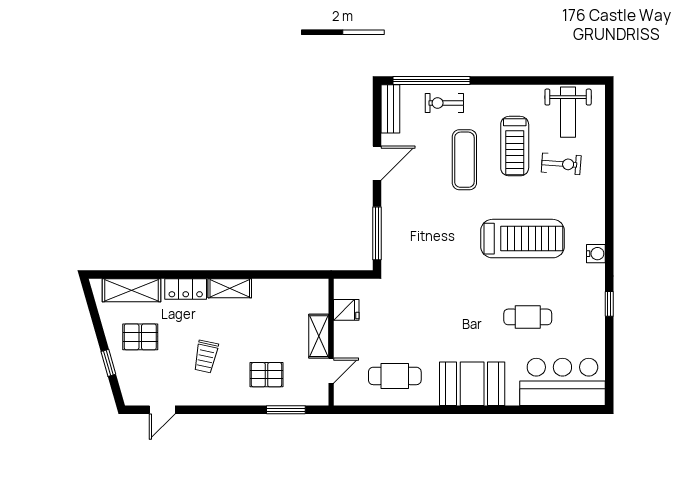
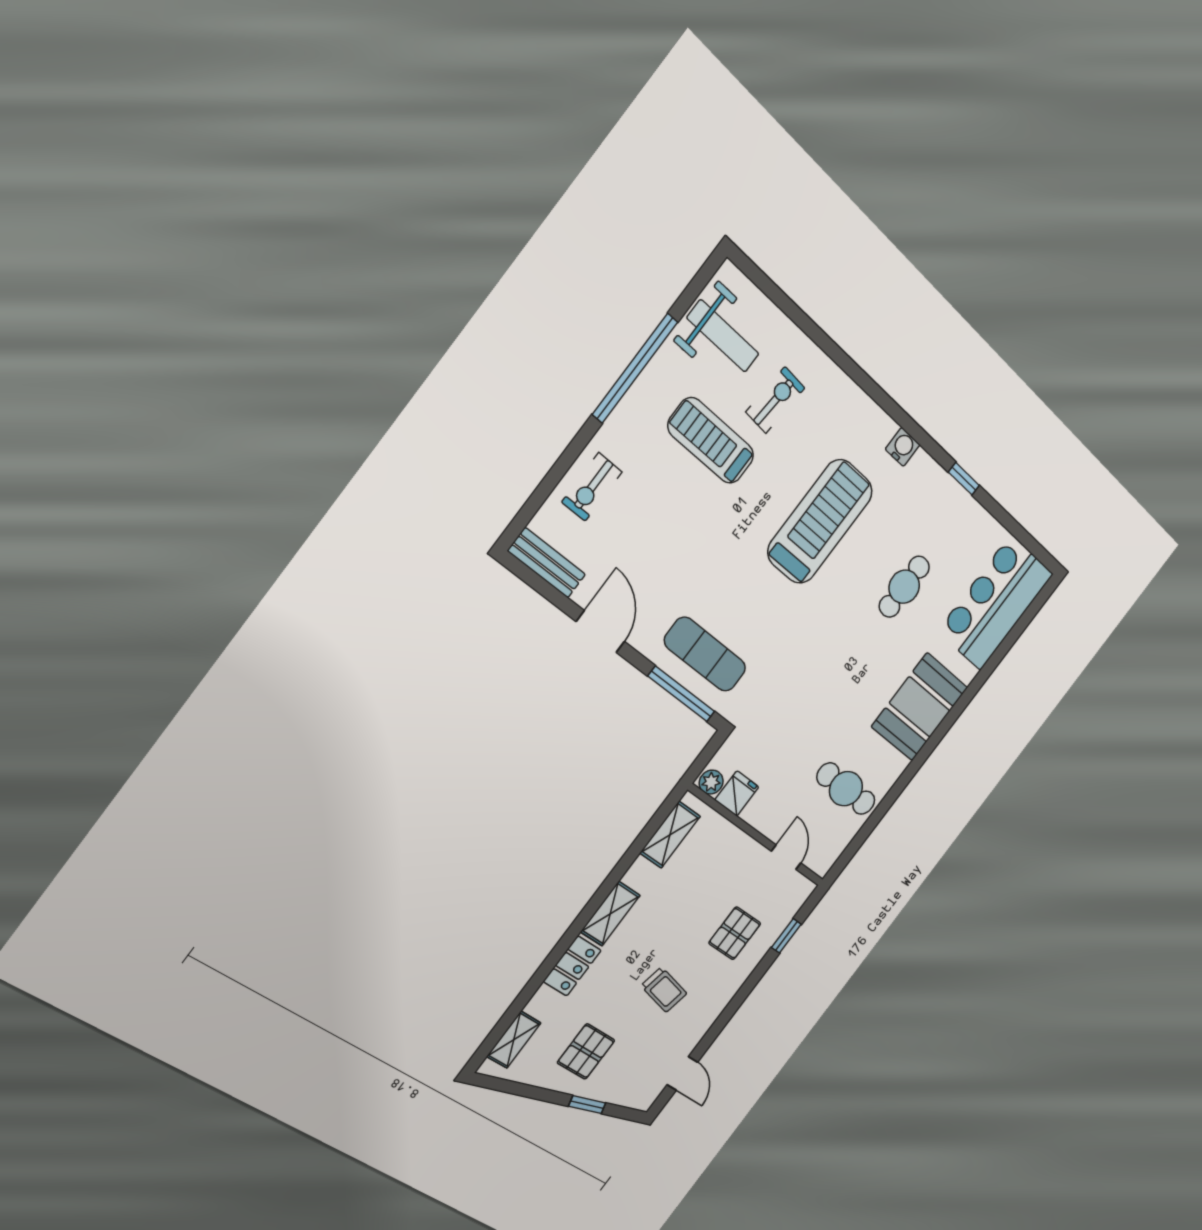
window: (431, 80) -> (635, 368), moved
treadmill: (515, 146) -> (711, 441), turned 180
exercise mat: (464, 160) -> (705, 654), moved
plant: (342, 289) -> (711, 782), added
shelving: (132, 290) -> (514, 1040), width x0.67, depth x0.75
shelving: (319, 336) -> (670, 835), moved, turned 90
cafe table: (395, 376) -> (846, 789), turned 90
window: (286, 410) -> (786, 936), width x0.67

